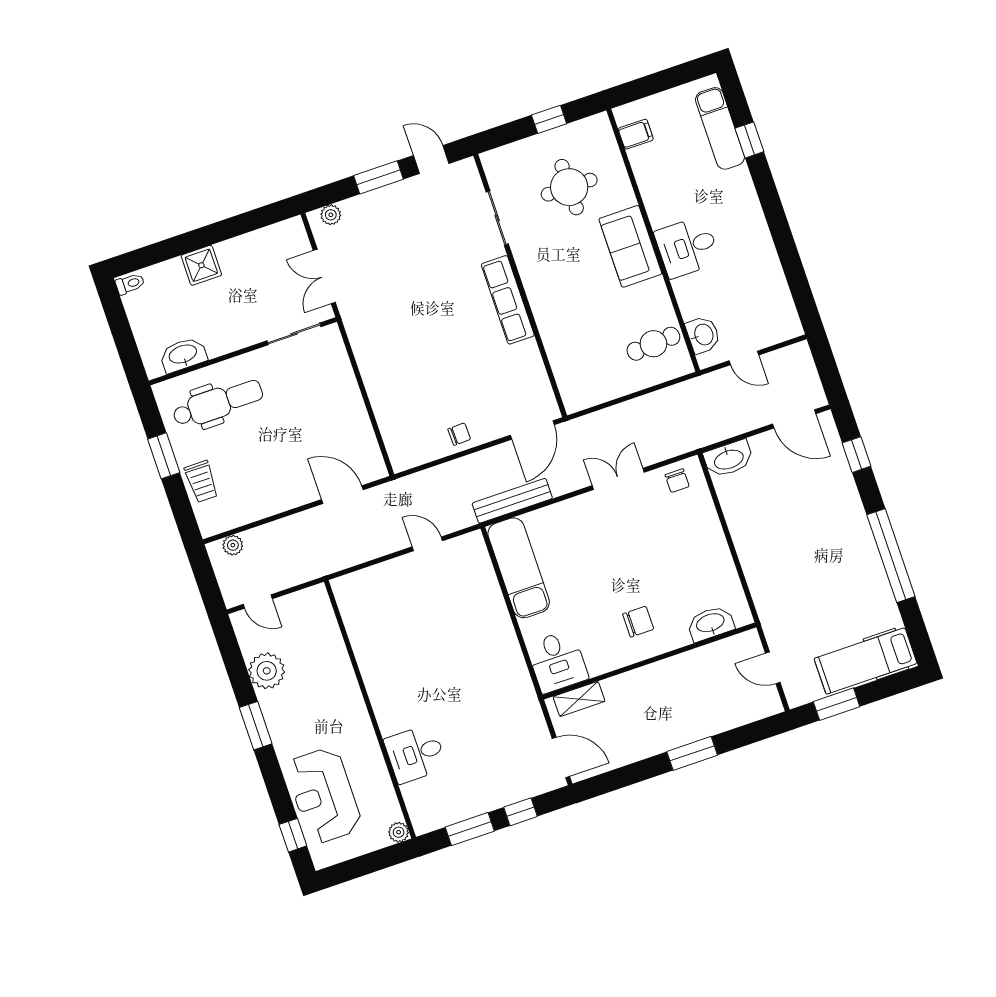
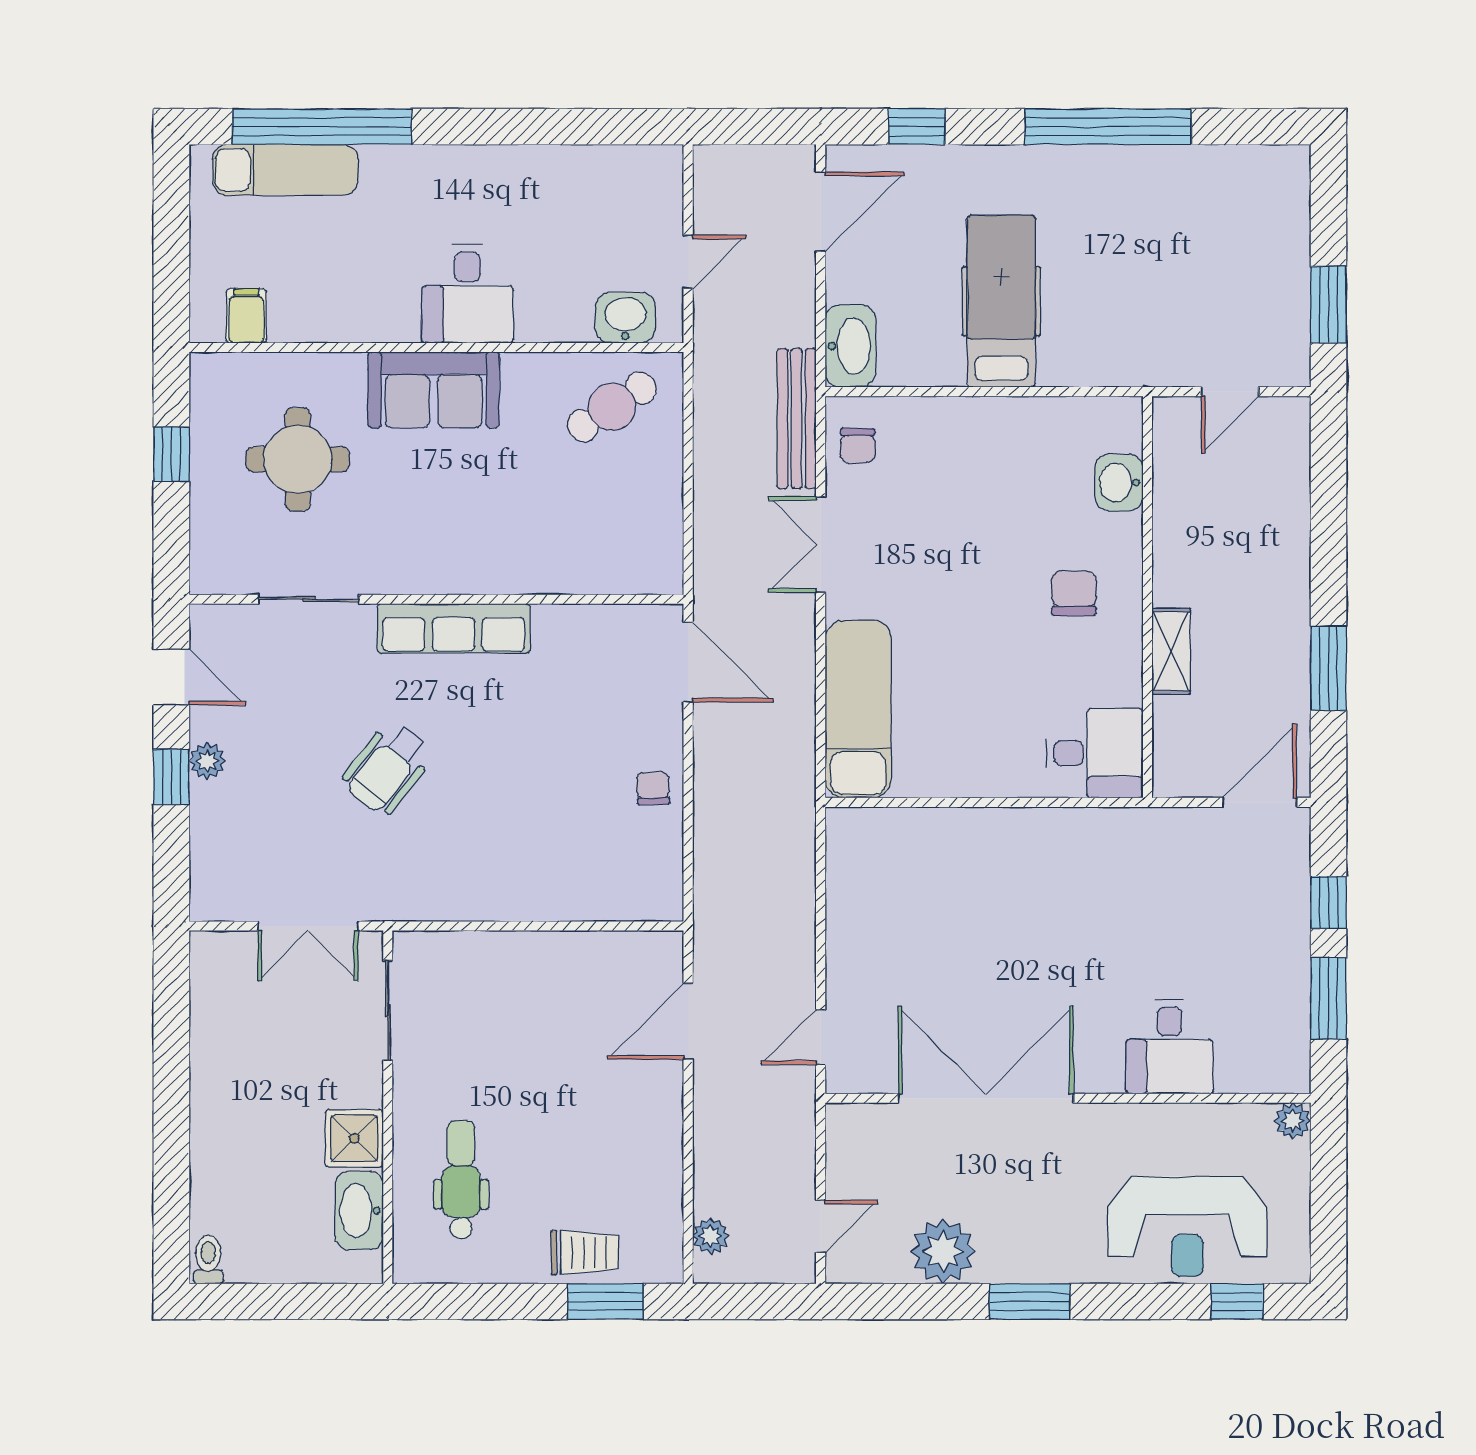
window: (749, 140) -> (322, 127), width x3.17
door: (431, 159) -> (171, 677), swing flipped
window: (378, 177) -> (171, 777), width x0.67
plant: (331, 215) -> (207, 761), moved
shower: (201, 265) -> (354, 1138), moved
wheelchair: (422, 290) -> (388, 768), added
cafe table: (653, 344) -> (612, 407), turned 61
dental chair: (218, 403) -> (461, 1180), width x0.73, depth x0.72
window: (164, 456) -> (606, 1301), moved
chair: (677, 481) -> (858, 446), turned 90
bench: (512, 501) -> (797, 419), moved
door: (427, 544) -> (821, 1037), moved
exam couch: (519, 568) -> (858, 709), moved, turned 90
washbasin: (711, 623) -> (1119, 482), width x0.72
hospital bed: (866, 661) -> (1001, 301), moved, turned 180
double door: (355, 666) -> (986, 1098), added
shelving: (579, 699) -> (1171, 651), moved
window: (692, 753) -> (1329, 668), moved

